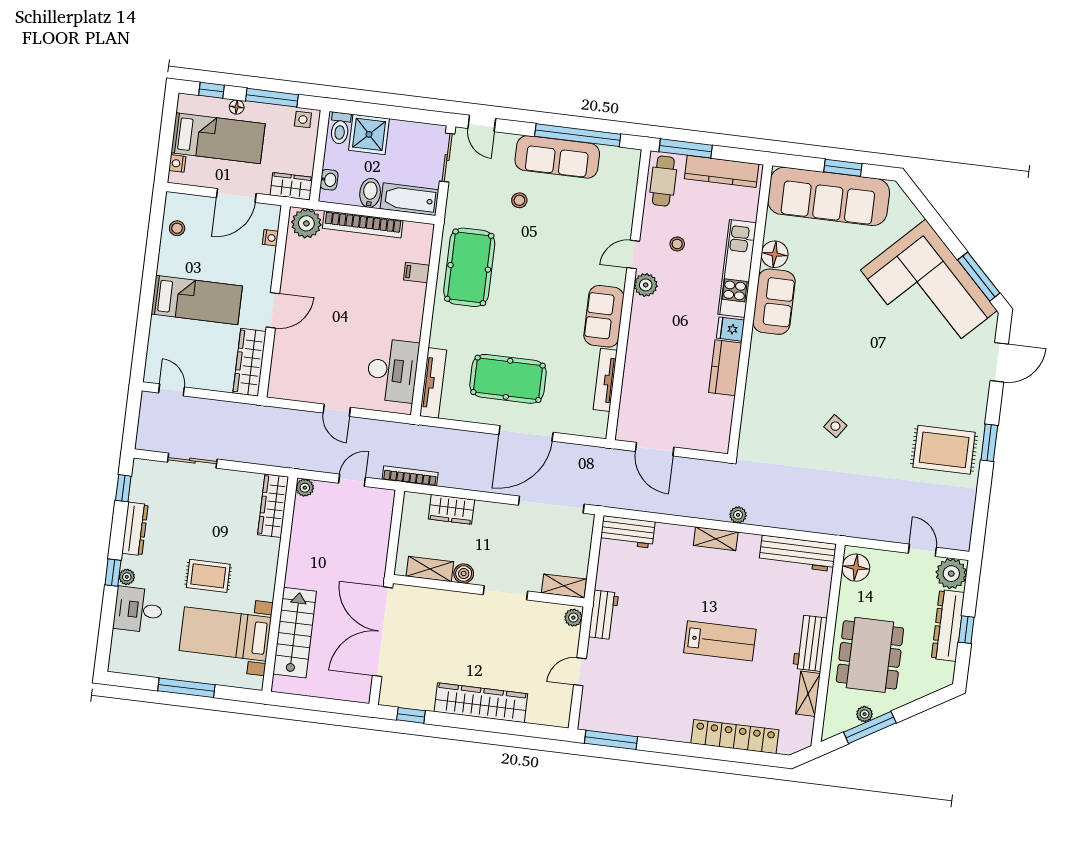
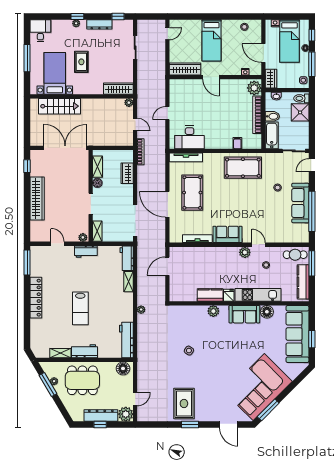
plant: (760, 365) -> (213, 311), added
shelving: (716, 539) -> (128, 282), moved
desk: (138, 610) -> (40, 31), moved
locker: (735, 737) -> (36, 298), moved

